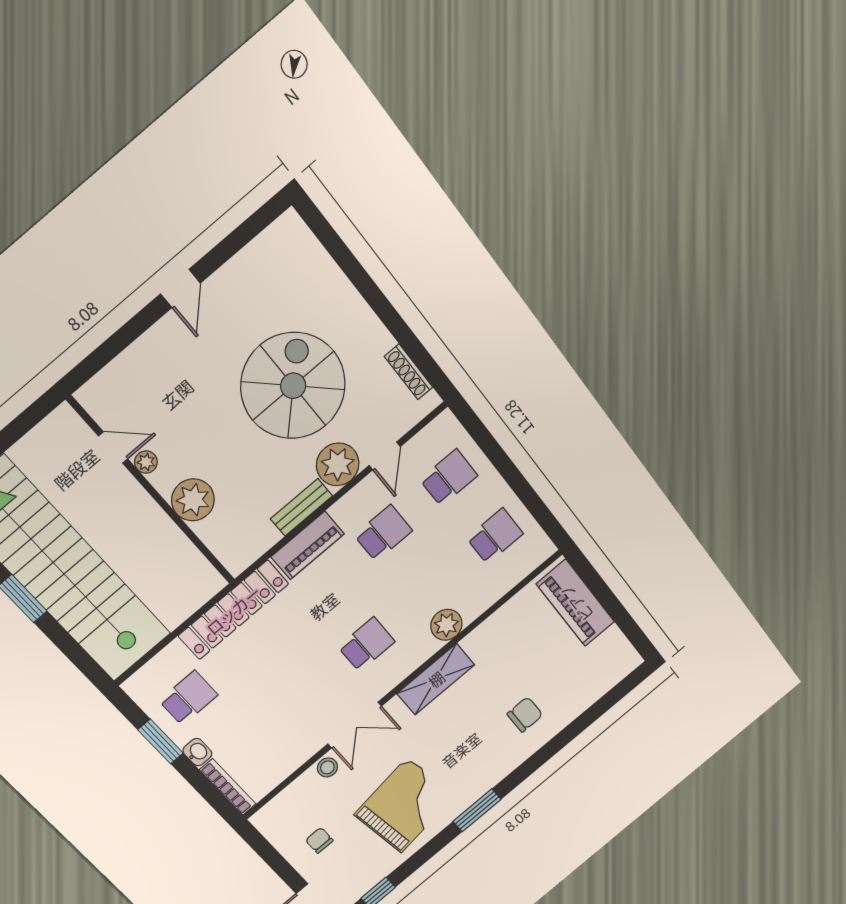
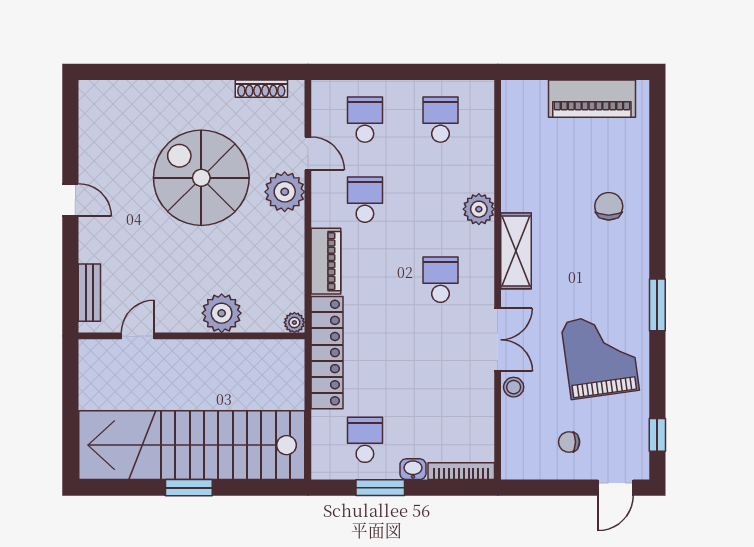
plant: (146, 462) -> (294, 322), moved
bench: (301, 507) -> (89, 293), moved
piano: (576, 603) -> (592, 99), moved

